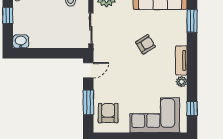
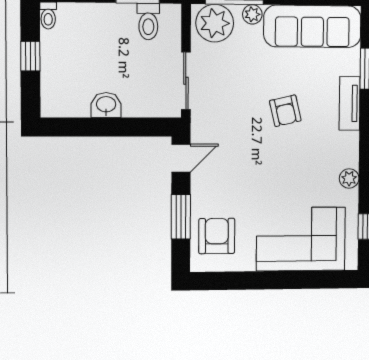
washbasin: (21, 41) -> (106, 105), moved
armchair: (146, 44) -> (285, 111), turned 109
tv unit: (181, 60) -> (350, 103), moved

